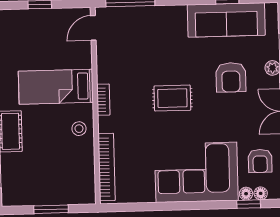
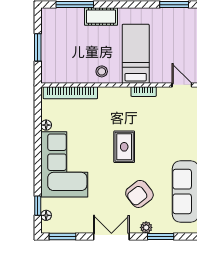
armchair: (231, 77) -> (139, 194), turned -38
bookcase: (103, 100) -> (144, 92), moved
armchair: (260, 161) -> (72, 216), removed
floor lamp: (246, 194) -> (46, 125), moved

